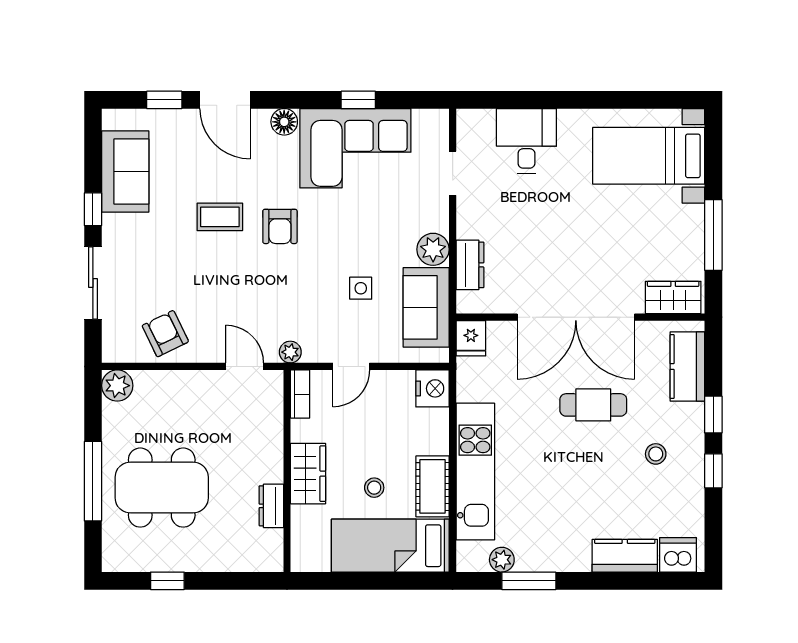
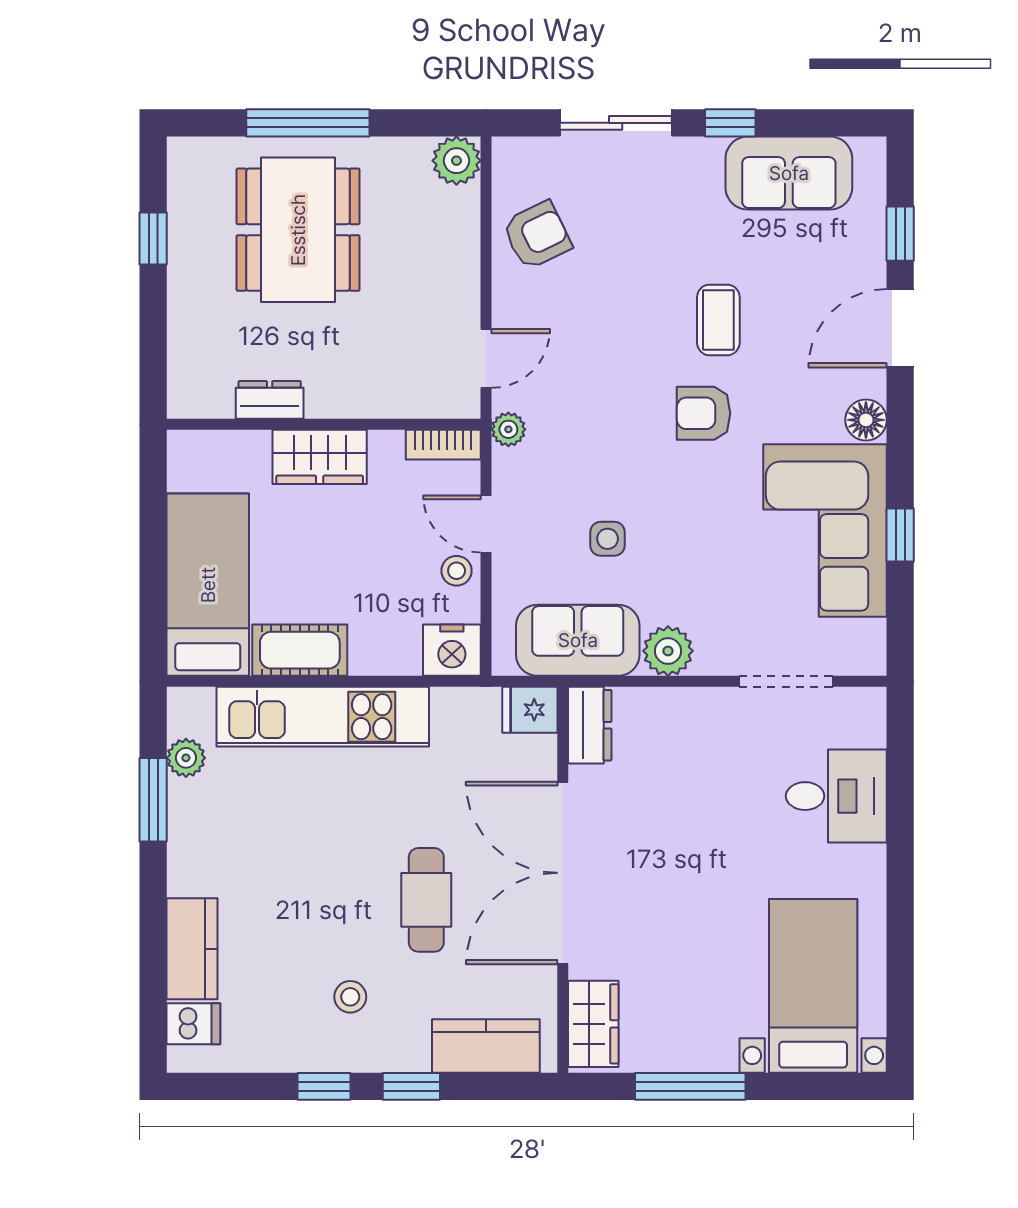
doorway: (453, 173) -> (786, 681), width x1.38
dresser: (470, 265) -> (590, 725), moved, turned -90
stool: (374, 488) -> (457, 571), moved
dishwasher: (678, 555) -> (193, 1024), width x0.73

